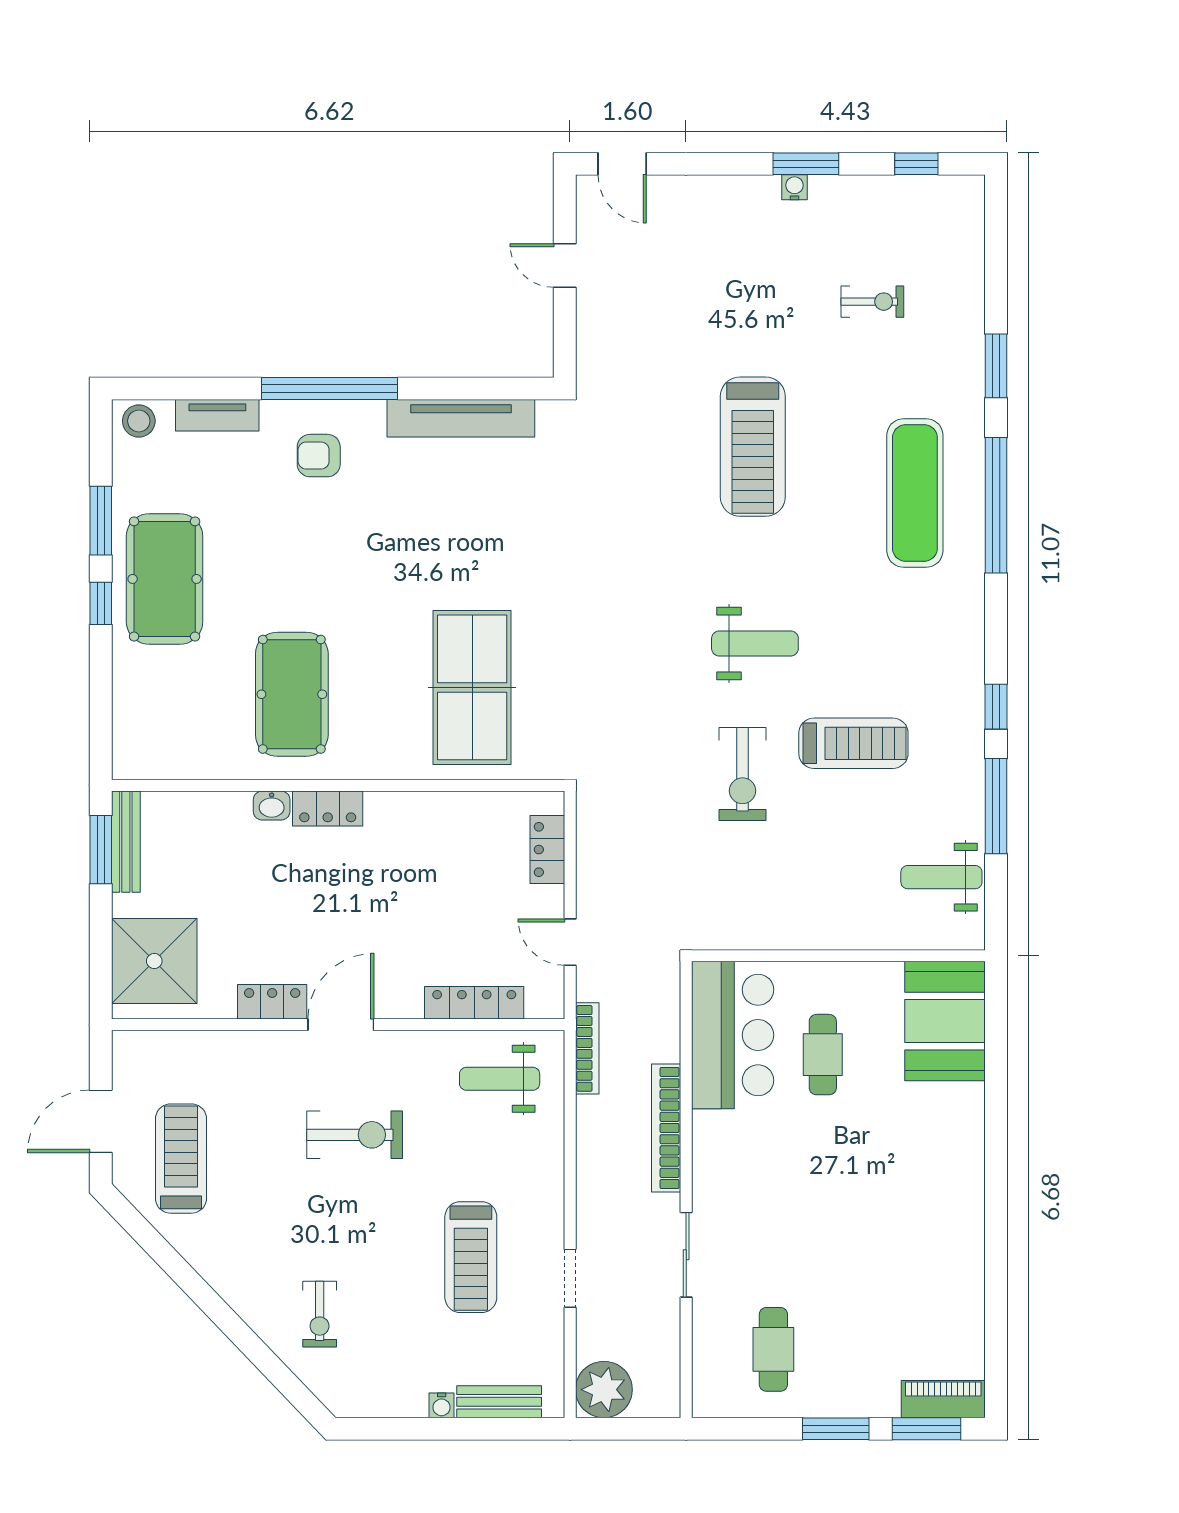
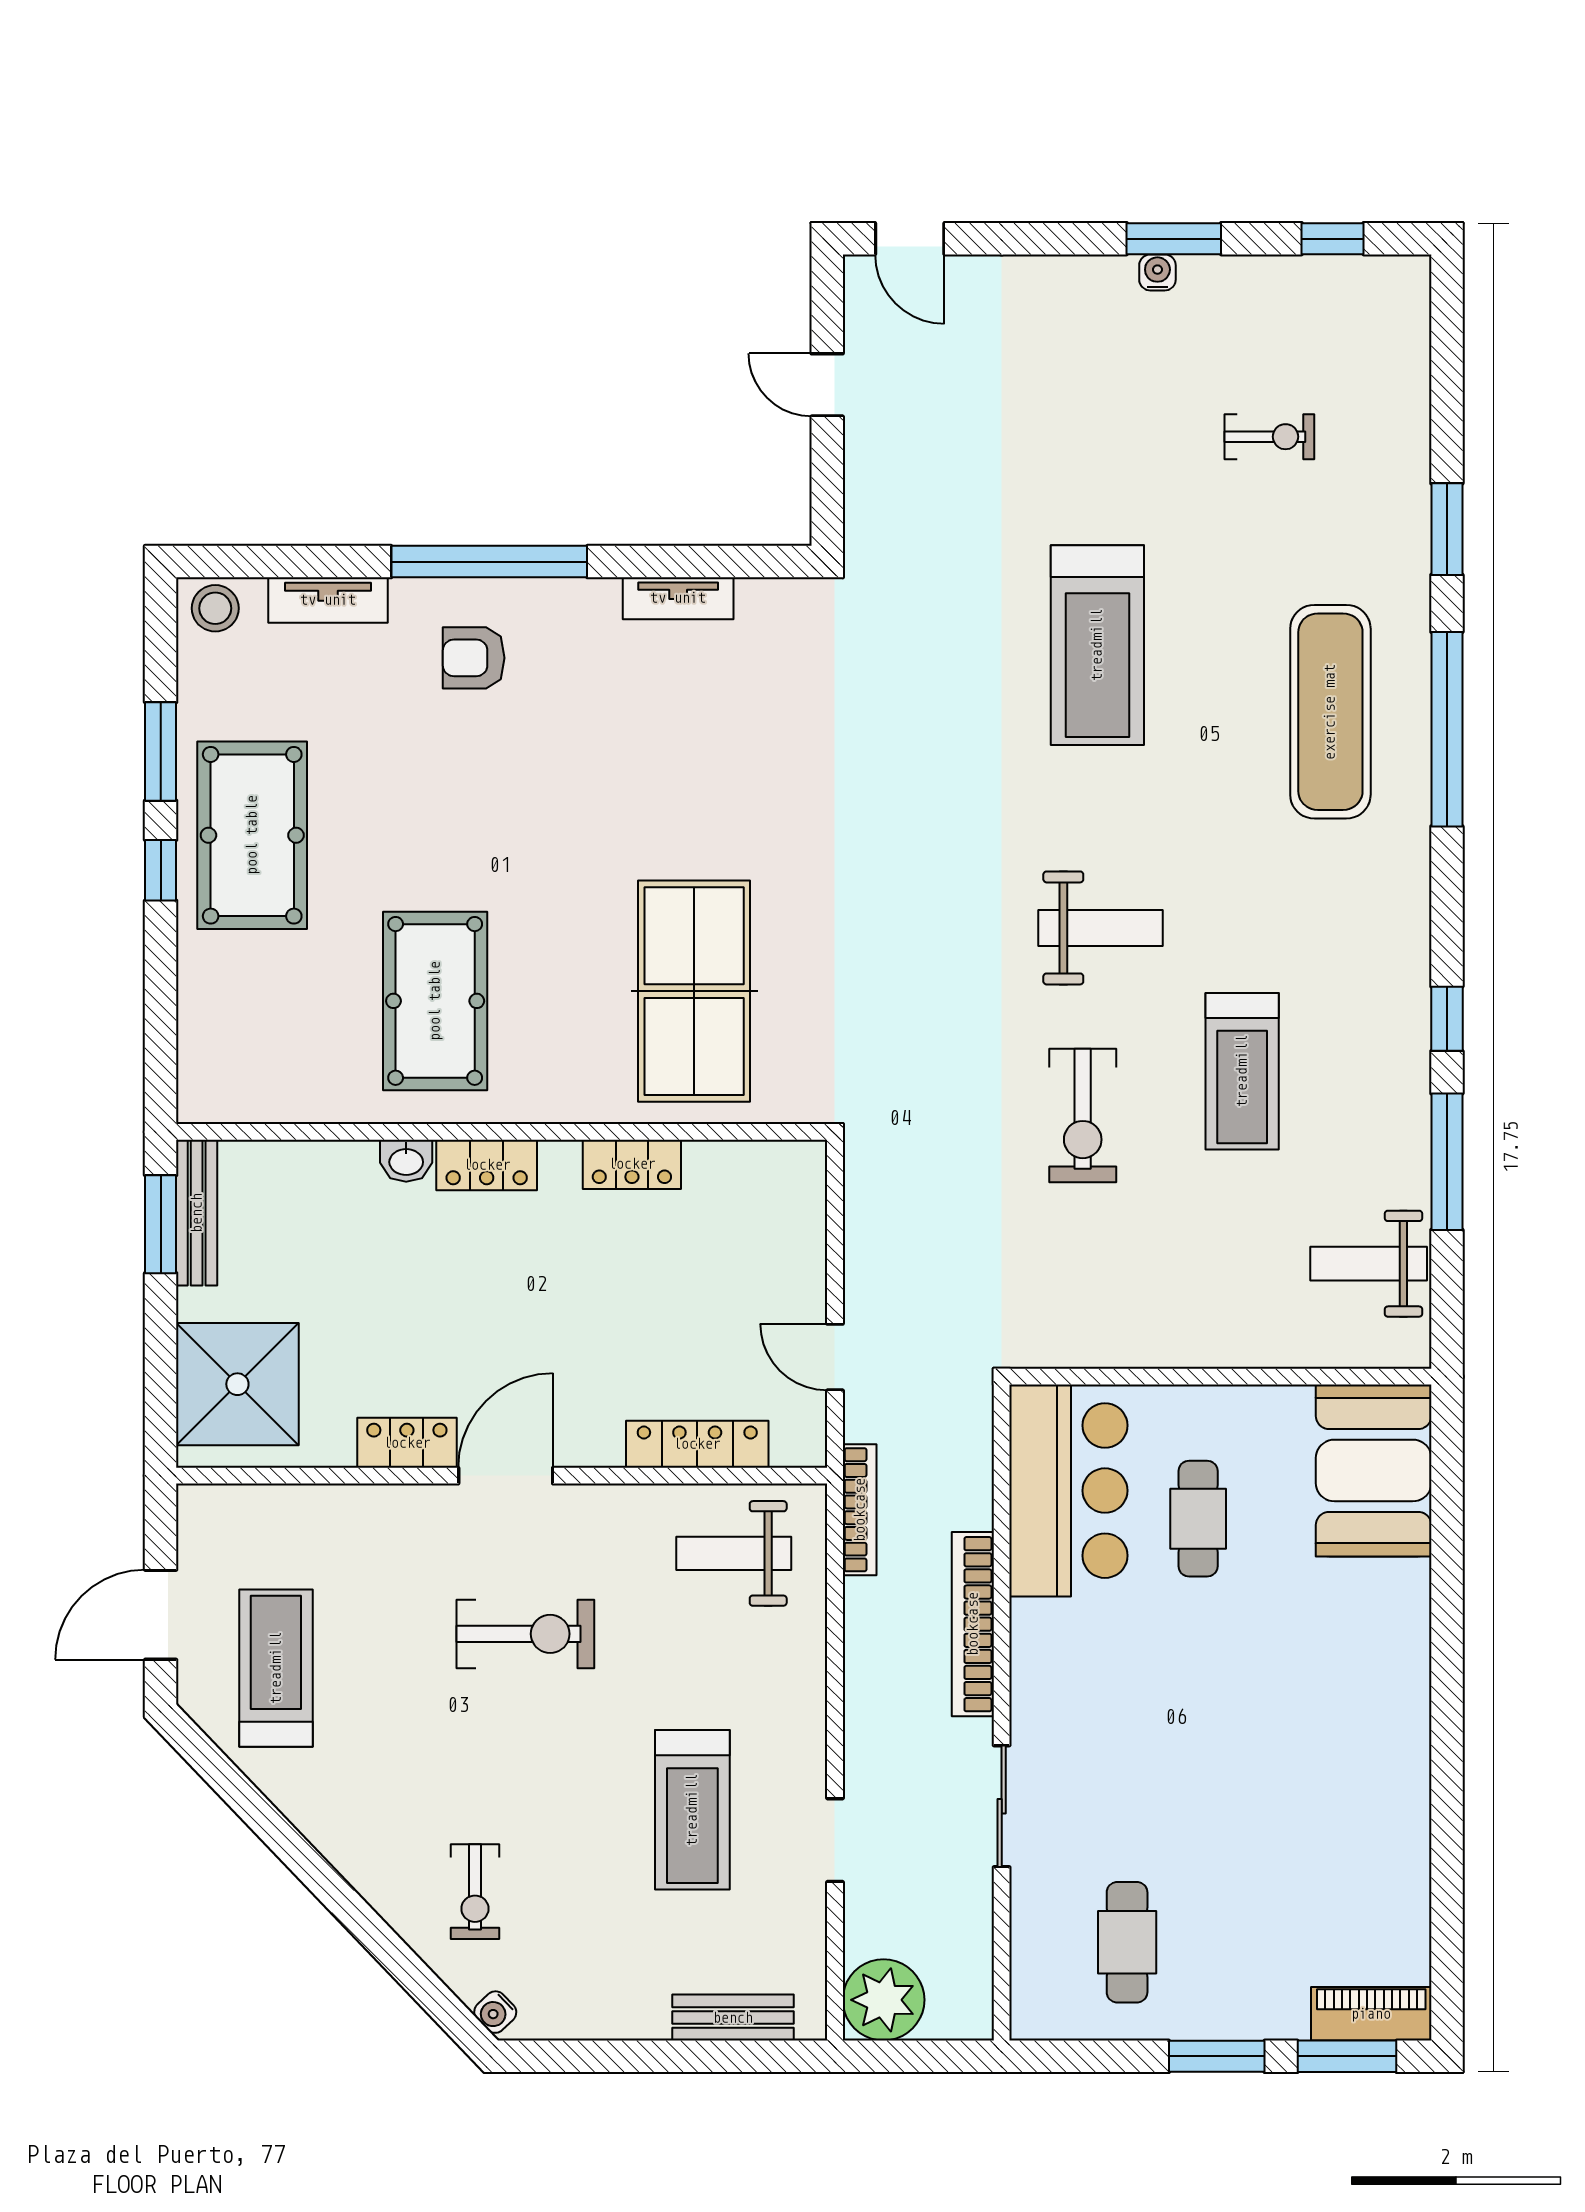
tv unit: (461, 418) -> (678, 598), width x0.52, depth x0.78
treadmill: (853, 743) -> (1242, 1071), turned 90
locker: (547, 850) -> (632, 1164), moved, turned -90
water cooler: (442, 1405) -> (495, 2012), moved, turned 46

